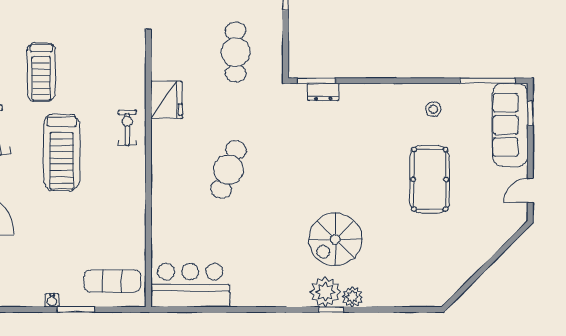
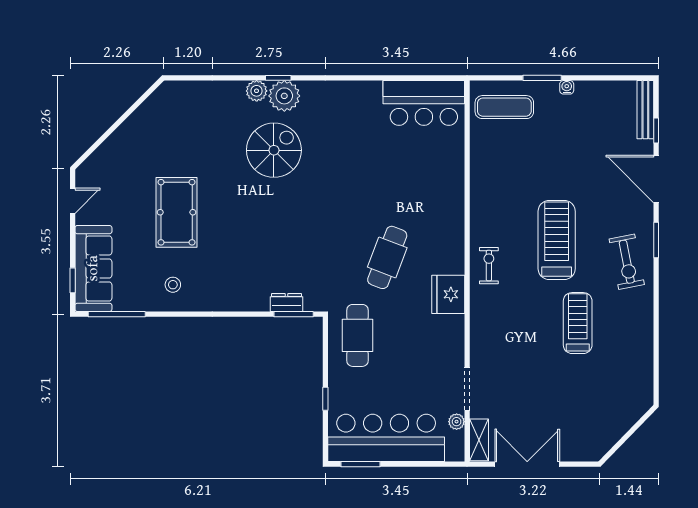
cafe table: (236, 52) -> (357, 335), moved
exercise bike: (127, 128) -> (489, 266), turned 180
cafe table: (228, 169) -> (387, 257), moved

